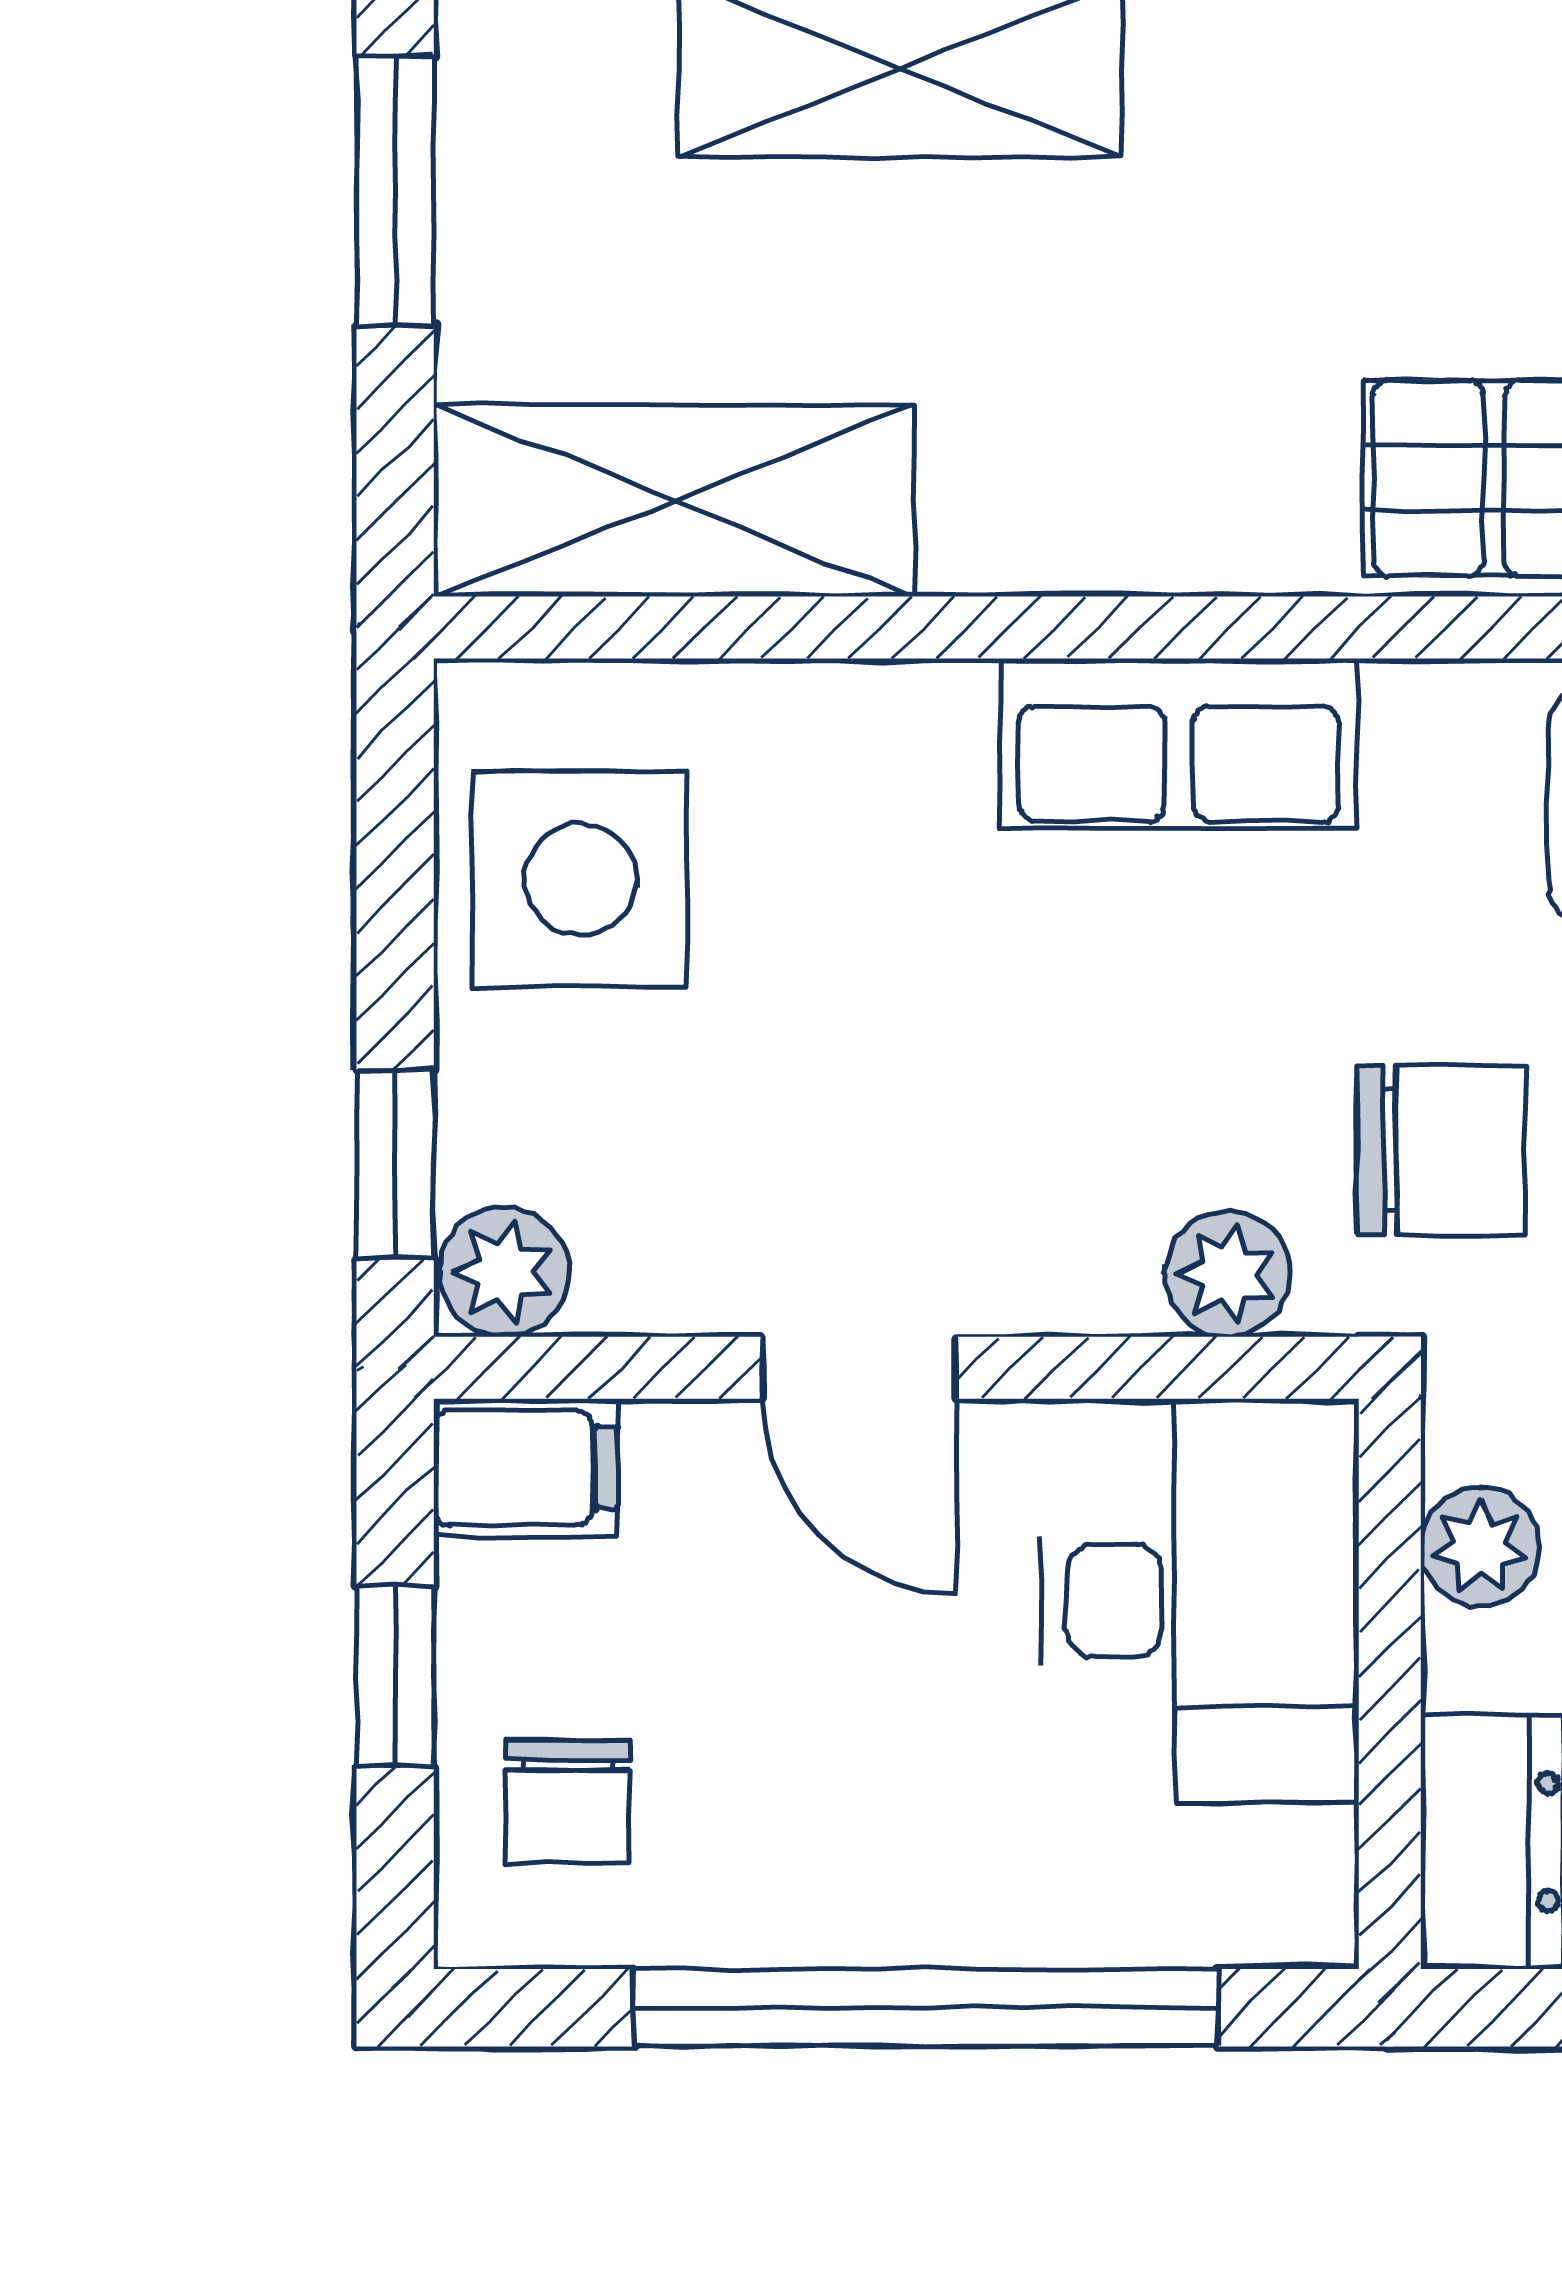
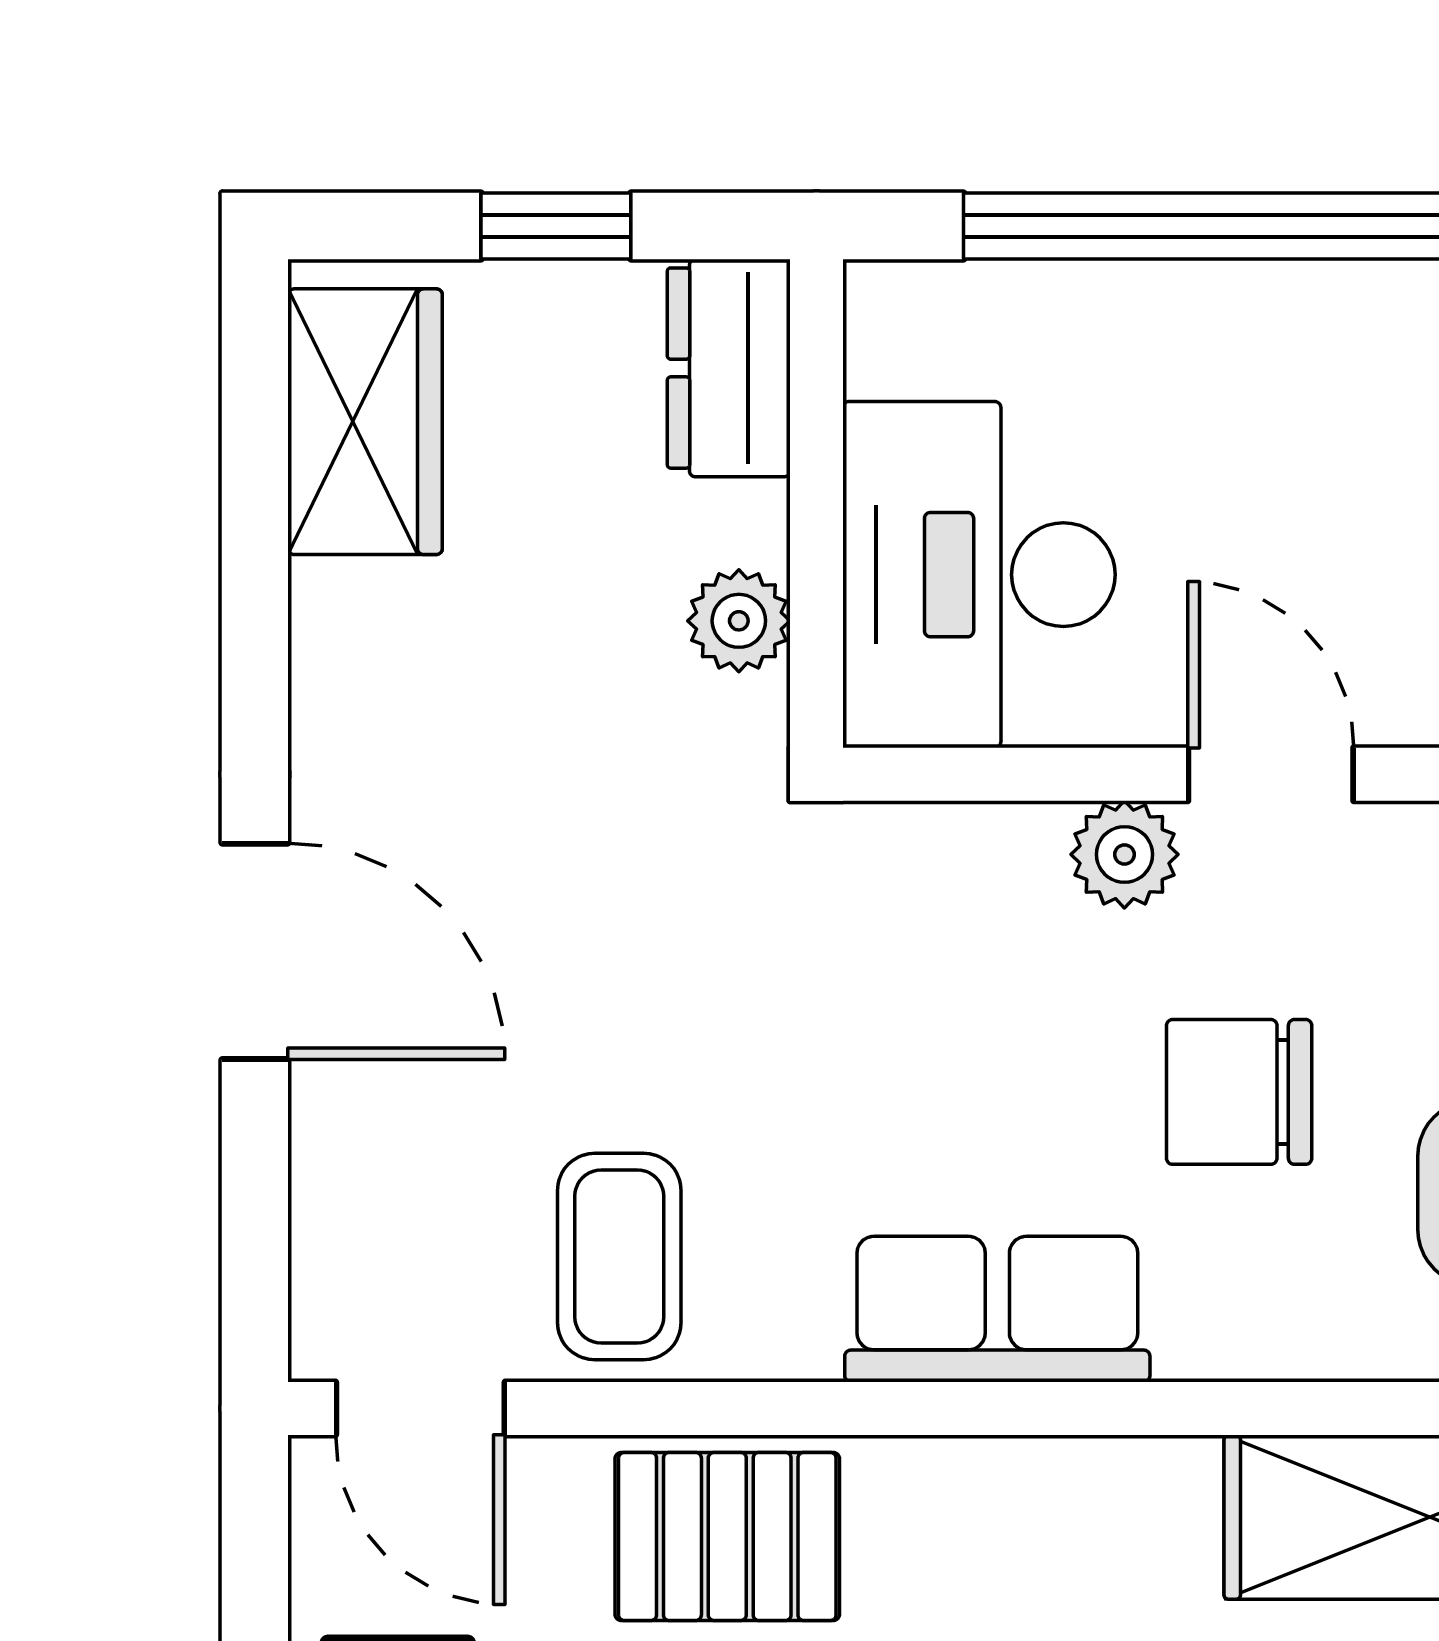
chair: (1441, 1150) -> (1239, 1092), moved
plant: (1227, 1274) -> (1124, 854), moved

